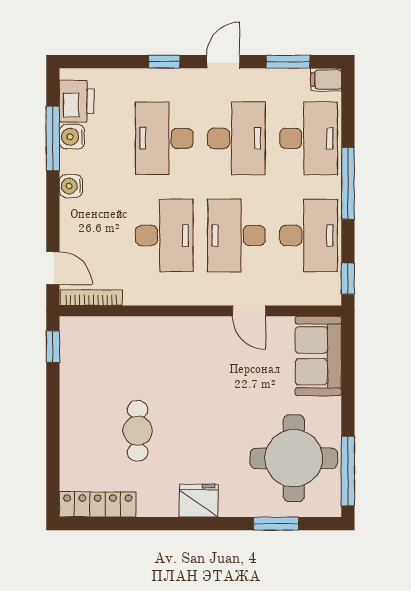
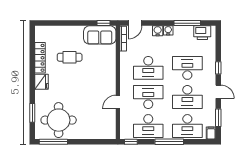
water cooler: (72, 137) -> (158, 31), moved
sofa: (318, 356) -> (100, 35), moved, turned 180
locker: (98, 504) -> (40, 58), moved

